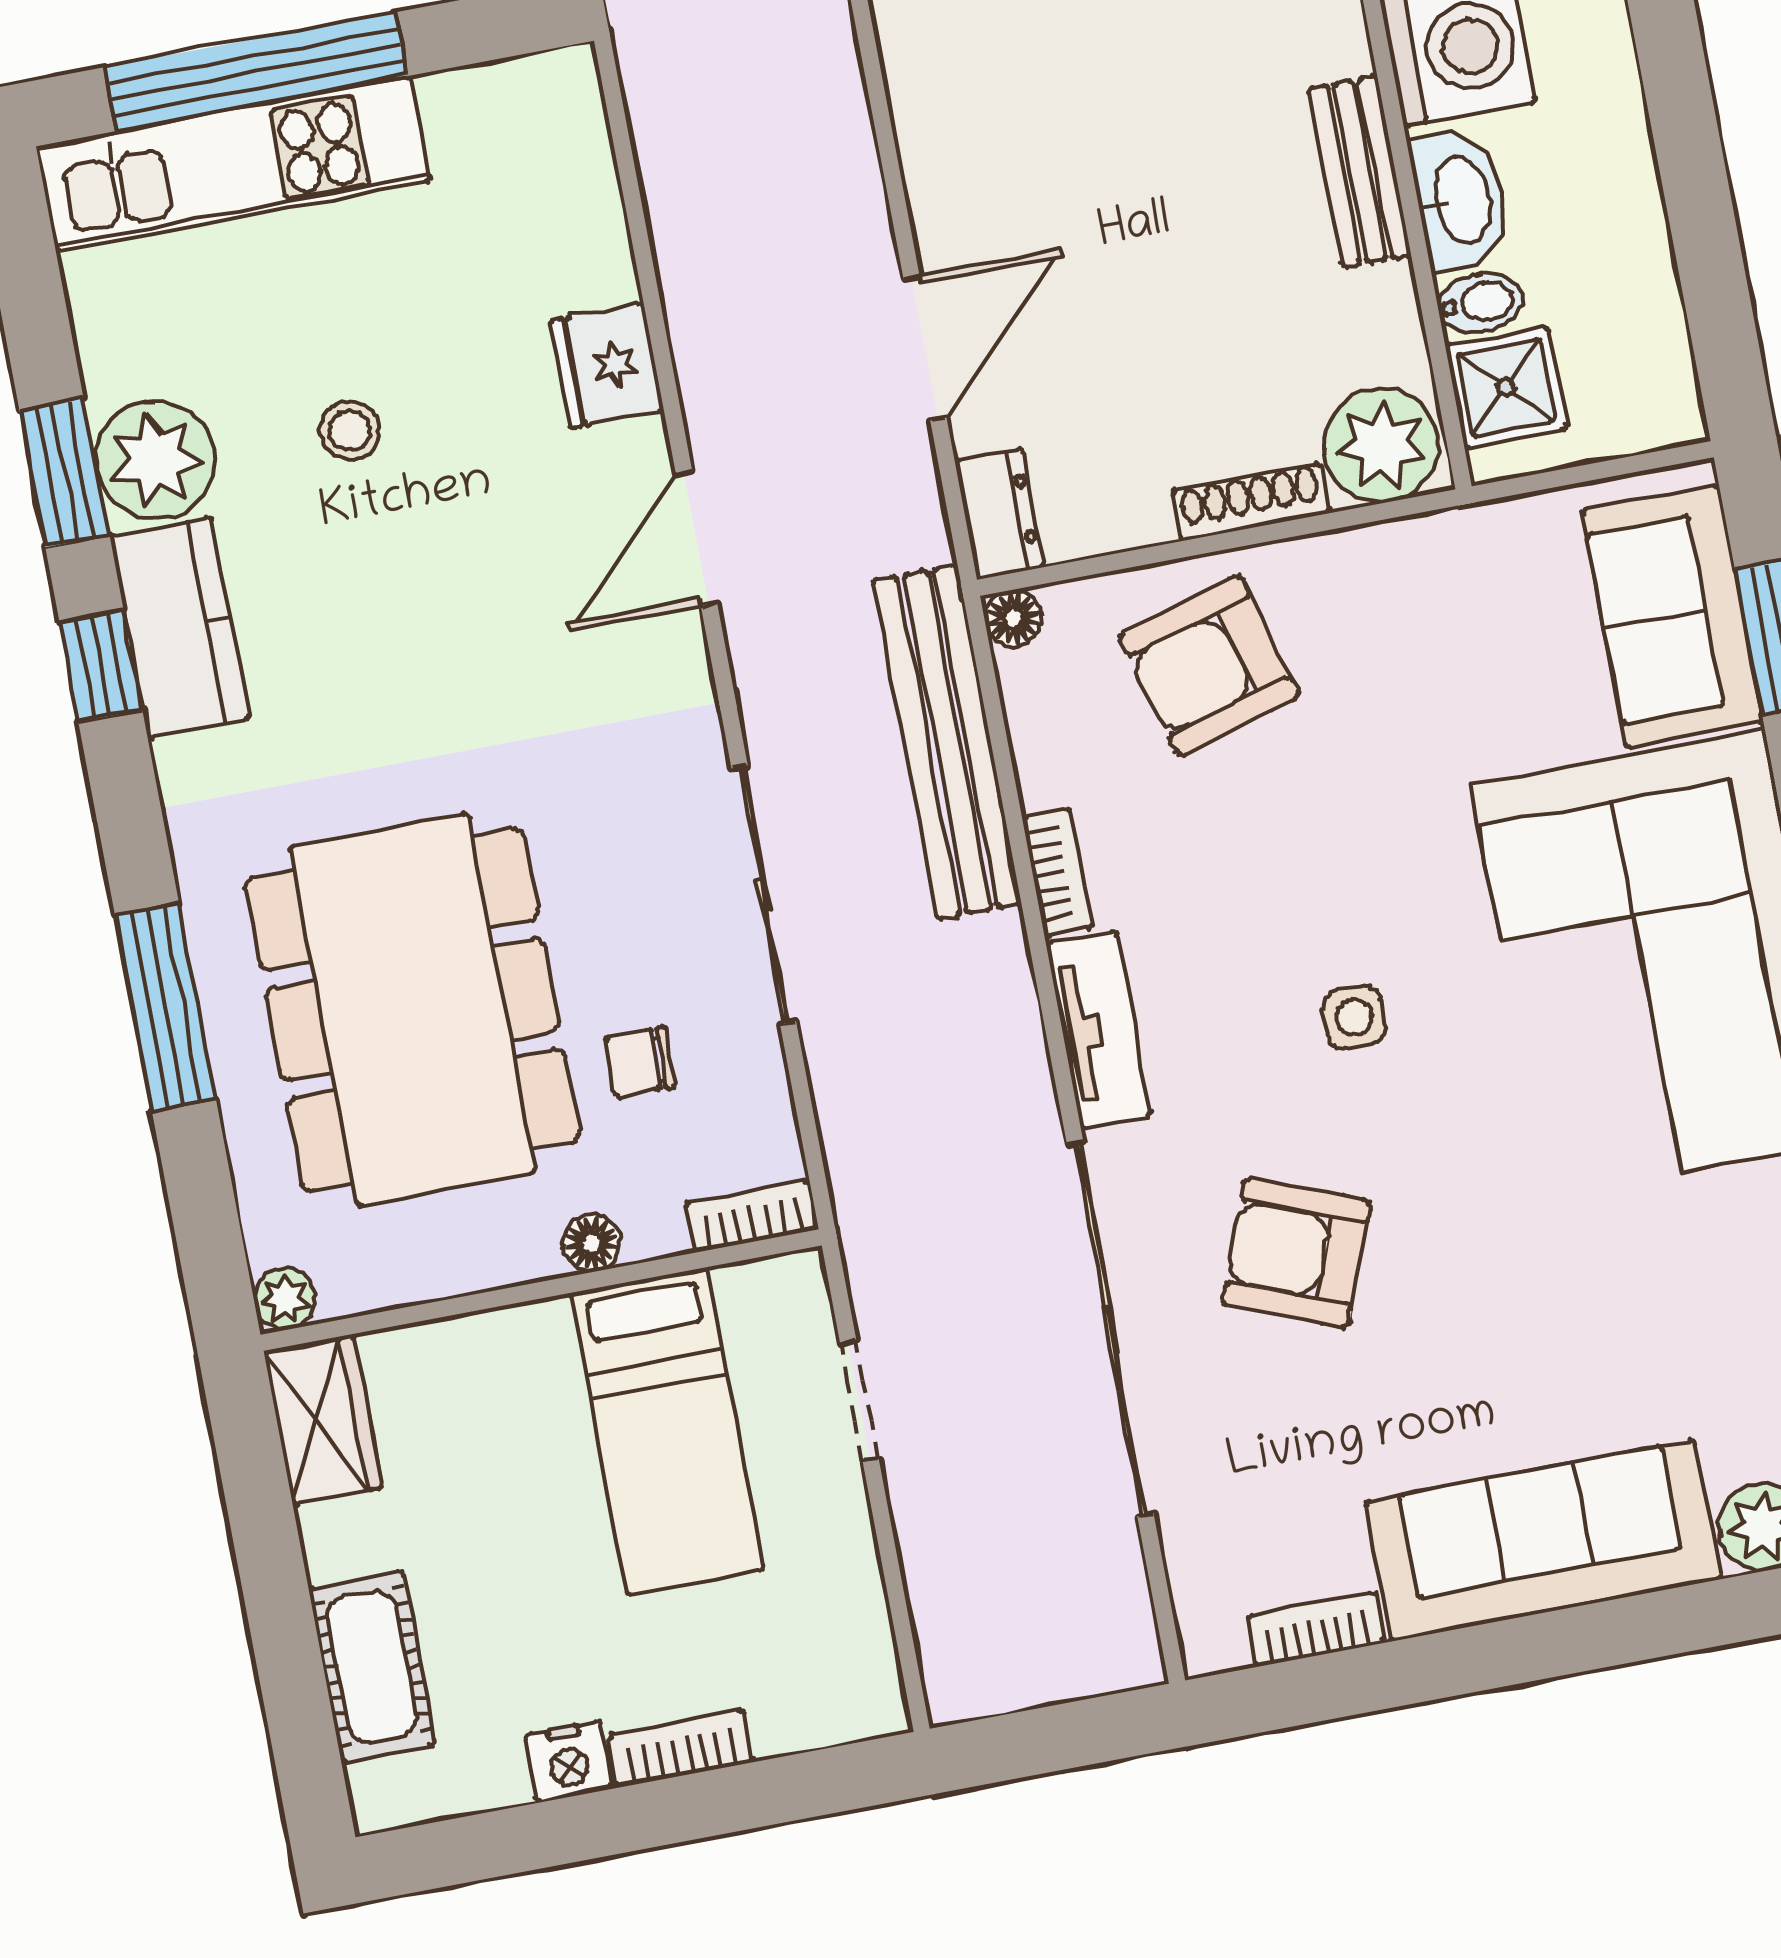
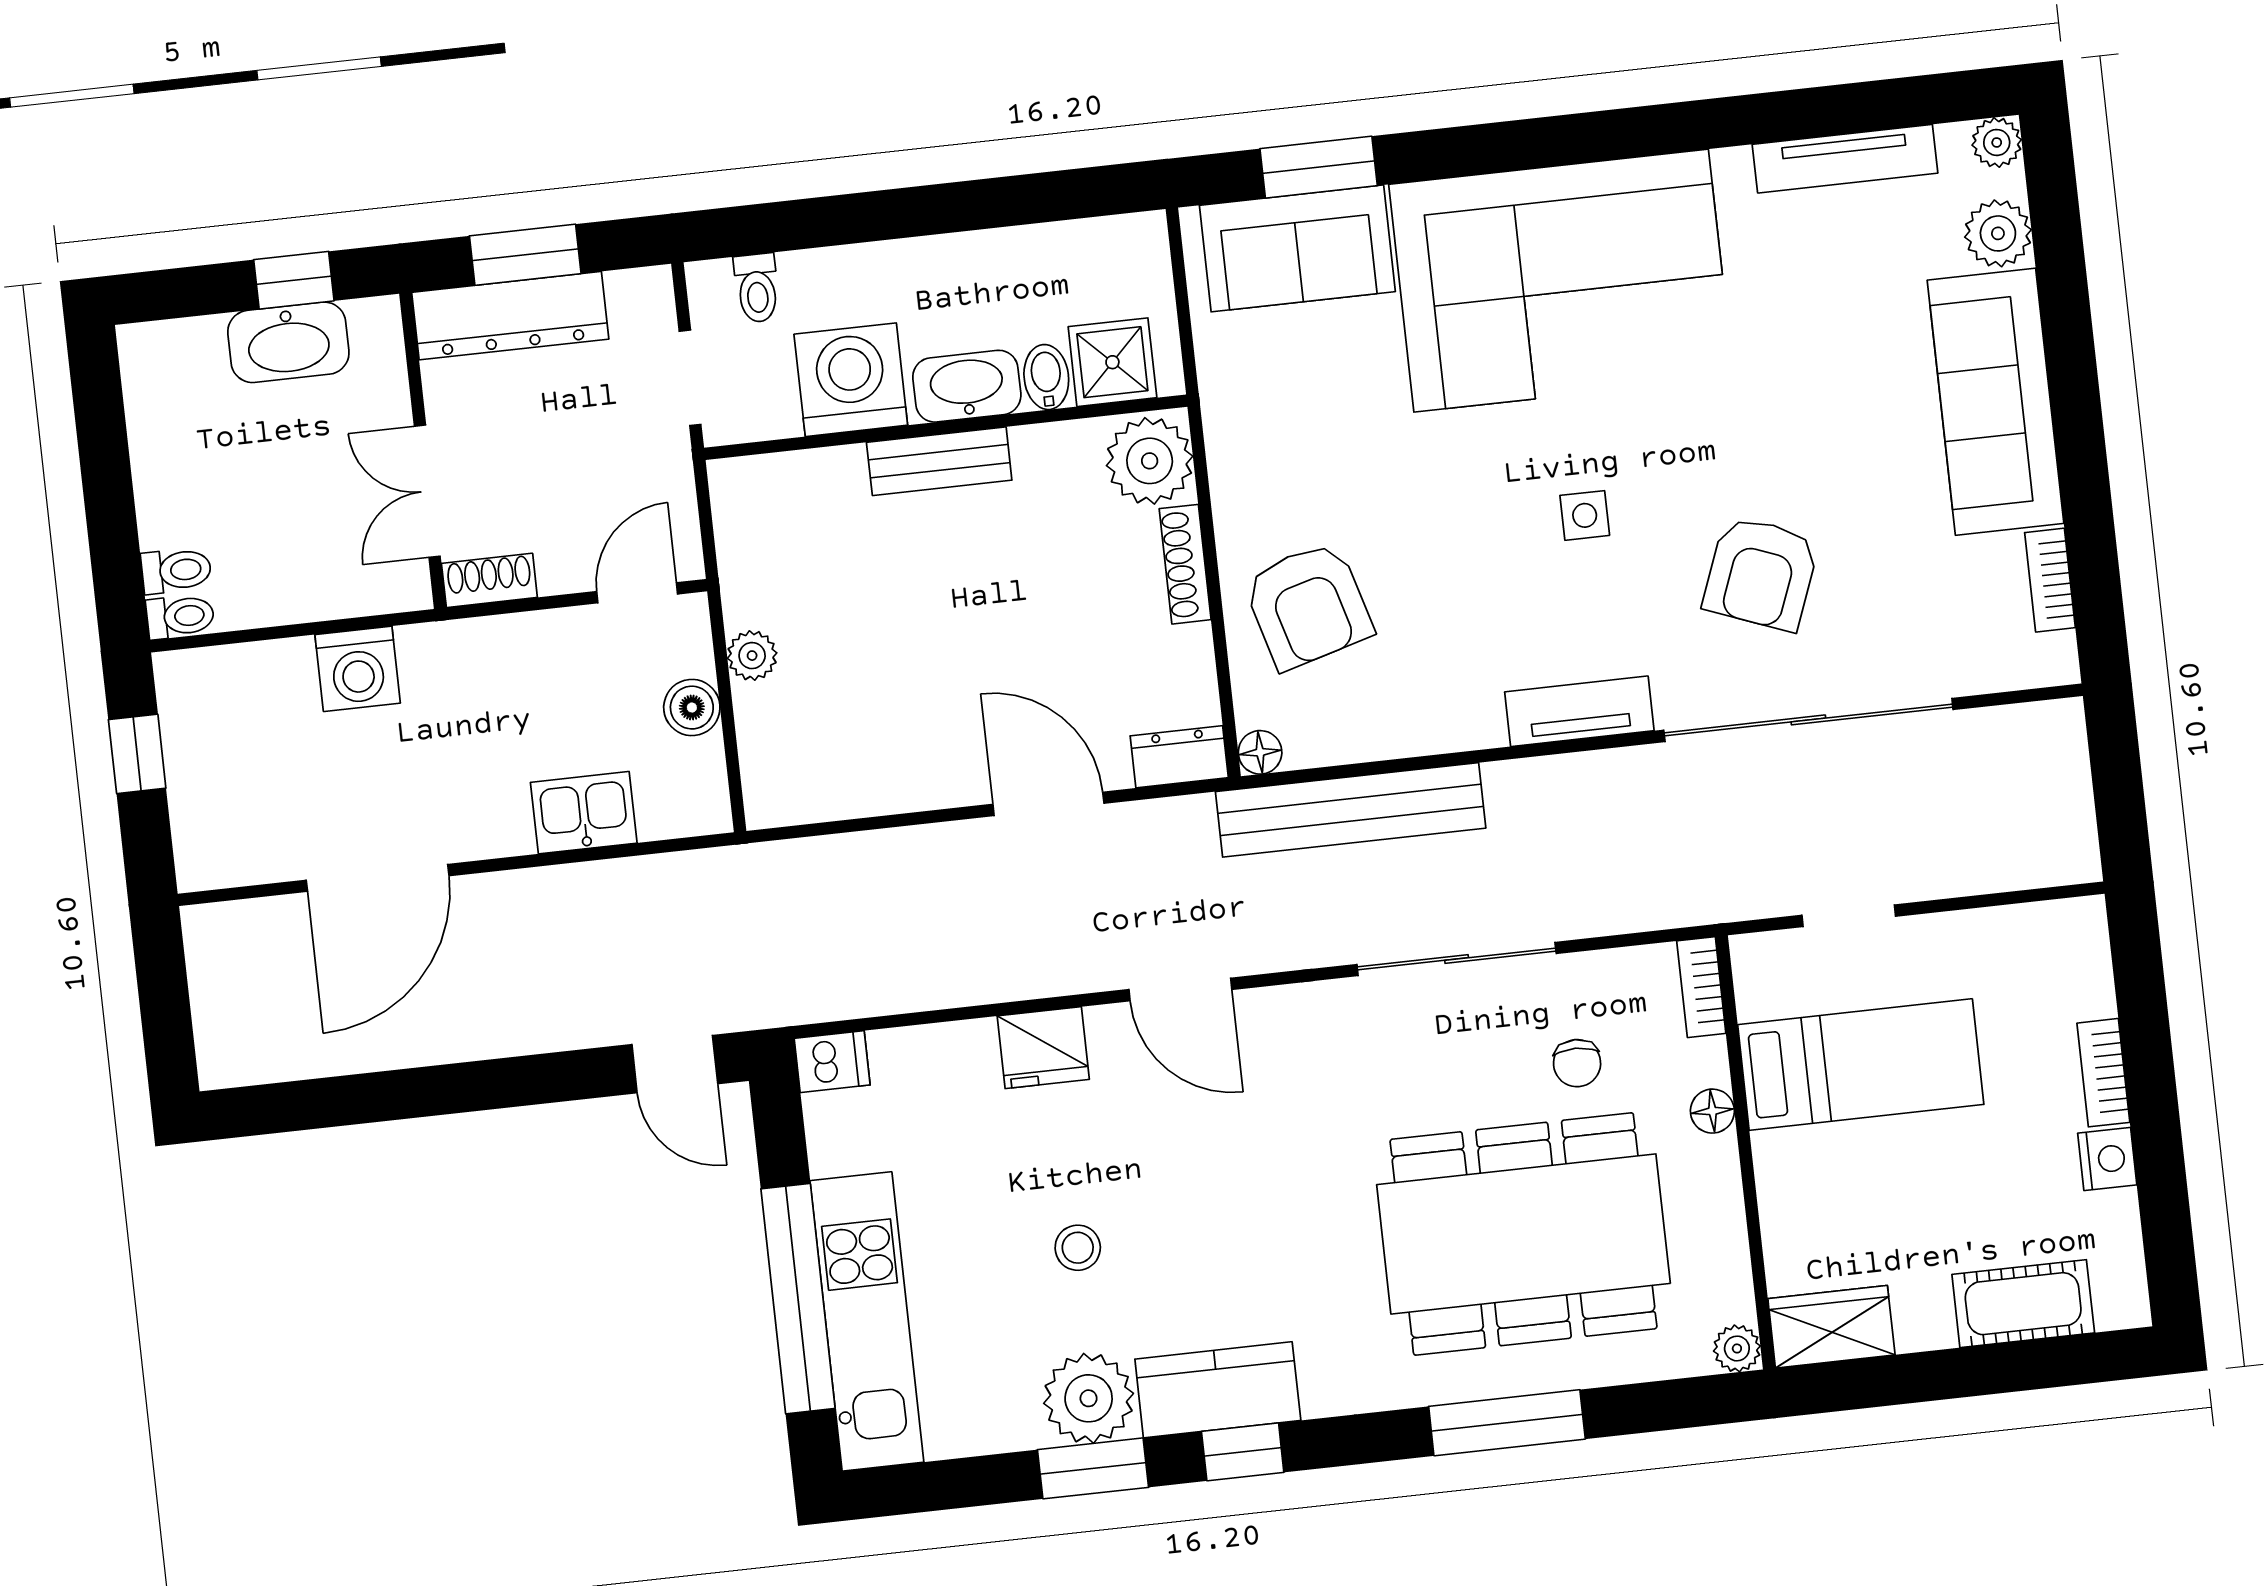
dishwasher: (568, 92) -> (832, 1062), added
bookcase: (1057, 873) -> (1457, 734), removed

